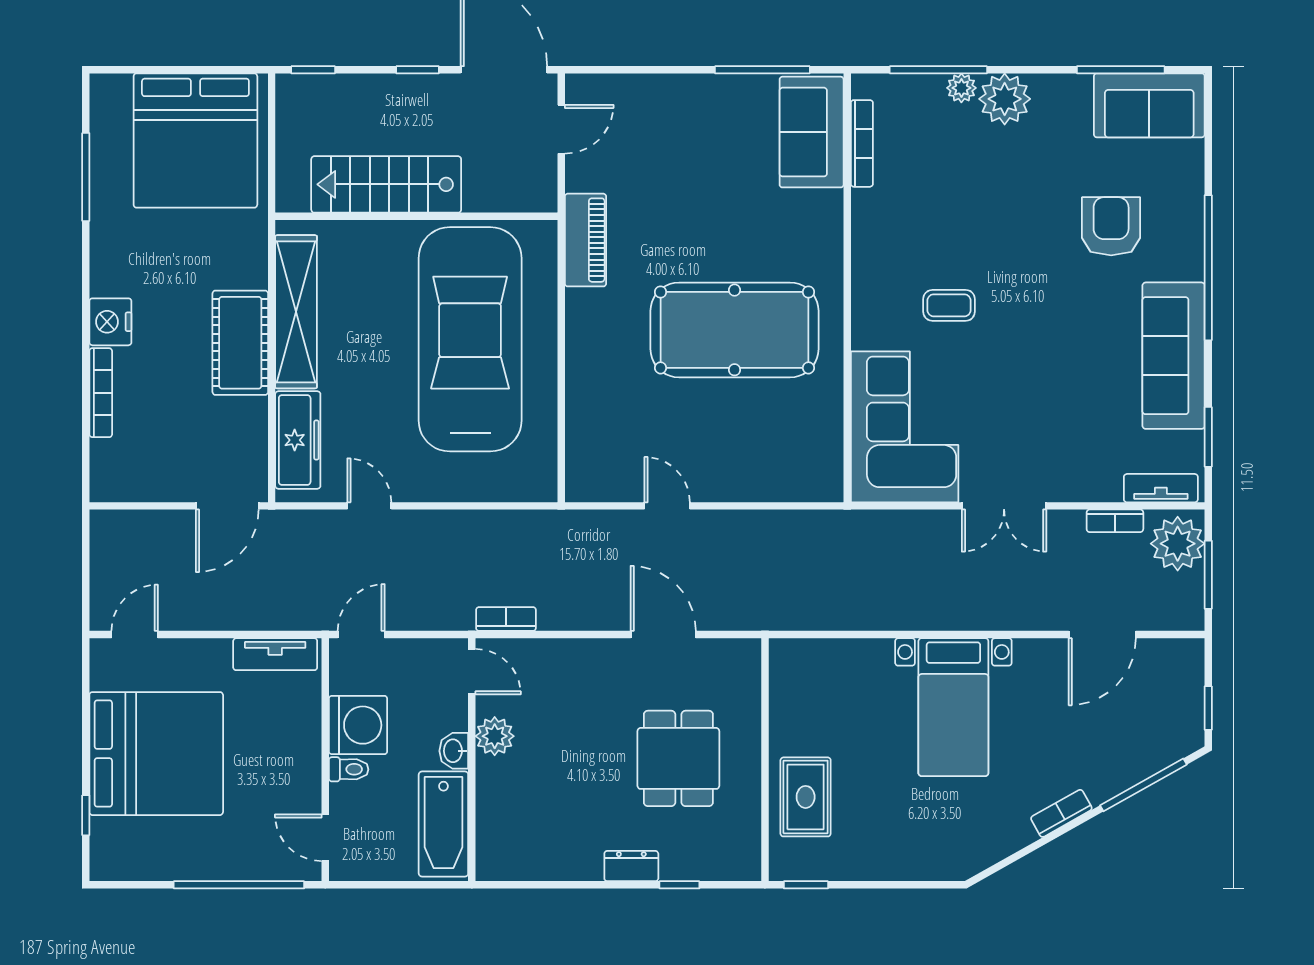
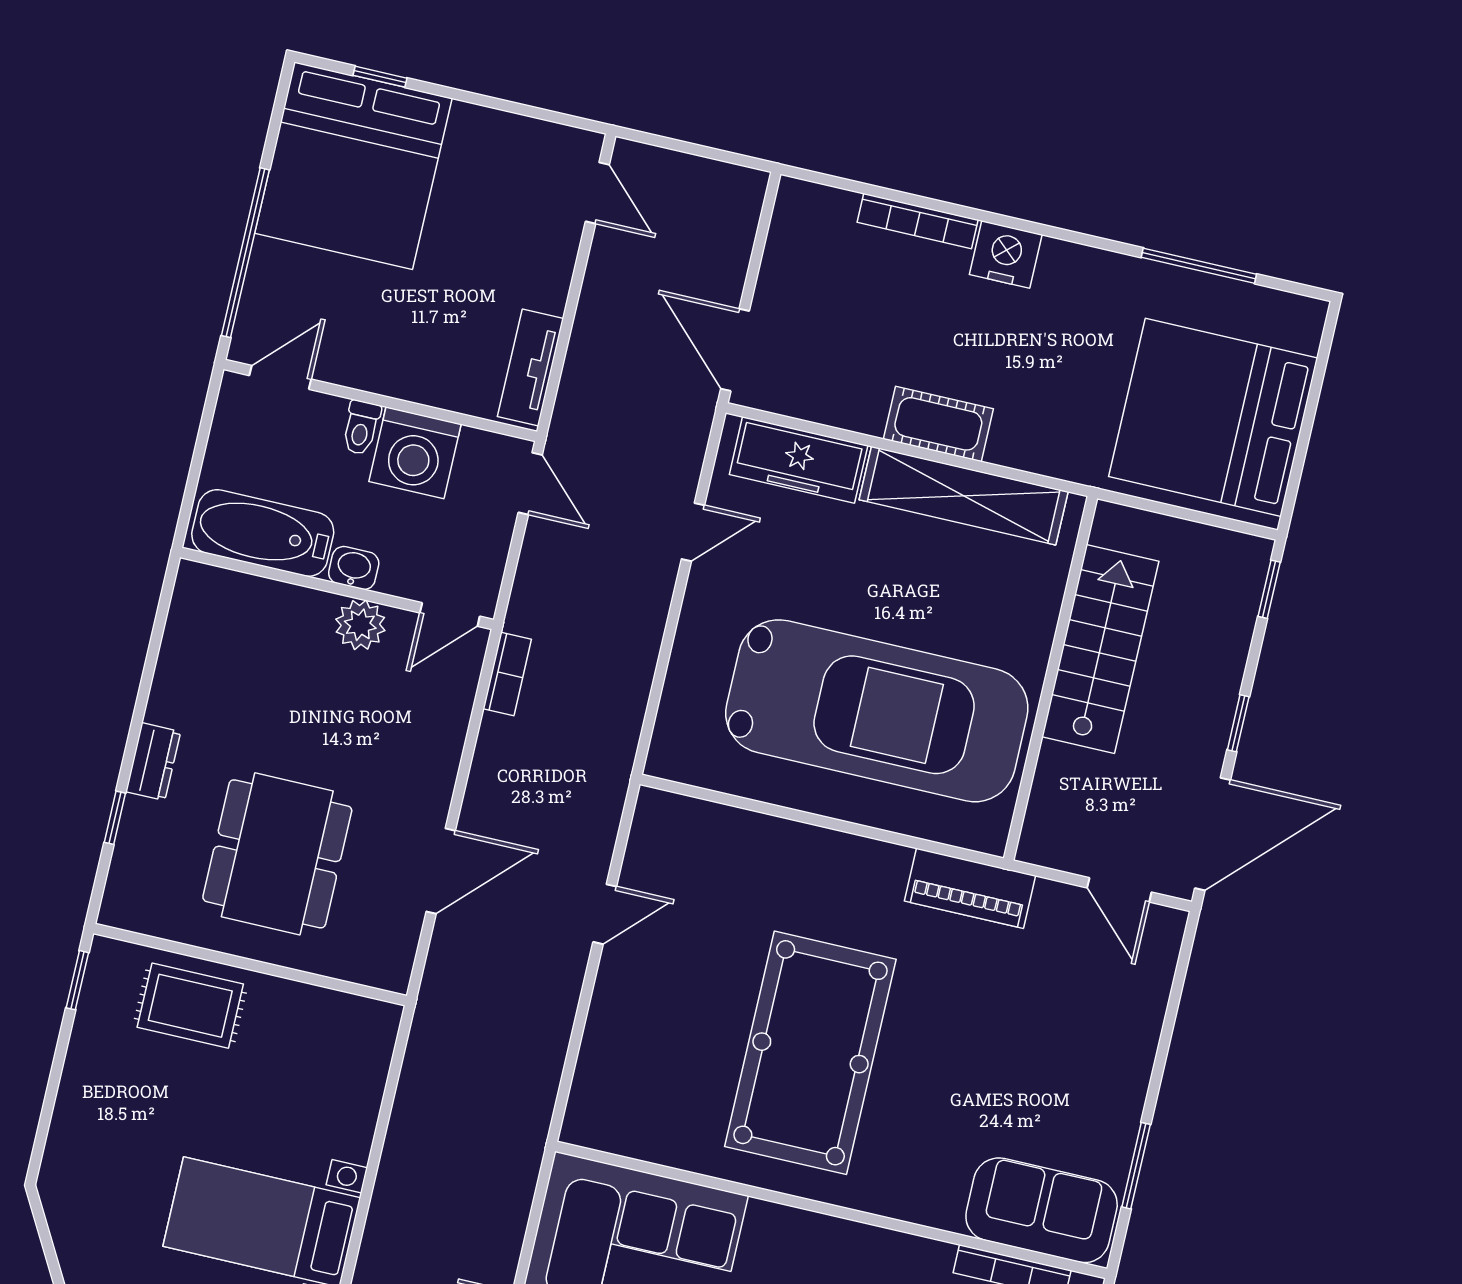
window: (762, 70) -> (1136, 1166), width x0.69
cot: (240, 343) -> (938, 424), width x0.73, depth x0.75
bed: (156, 754) -> (353, 166), moved
dining table: (678, 758) -> (277, 854), width x1.38

